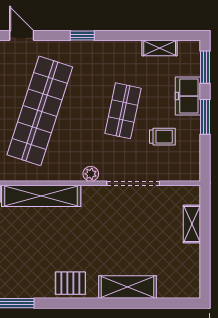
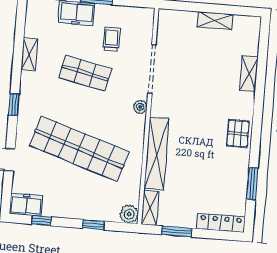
shelving: (160, 48) -> (29, 54), moved
shelving: (192, 224) -> (215, 21), moved
shelving: (127, 287) -> (249, 73), width x0.67, depth x0.75

